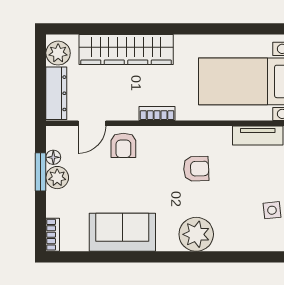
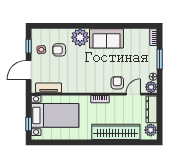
armchair: (196, 169) -> (59, 50), moved
window: (41, 172) -> (160, 59), moved
plant: (57, 178) -> (151, 87), moved
sofa: (122, 232) -> (107, 38), moved

